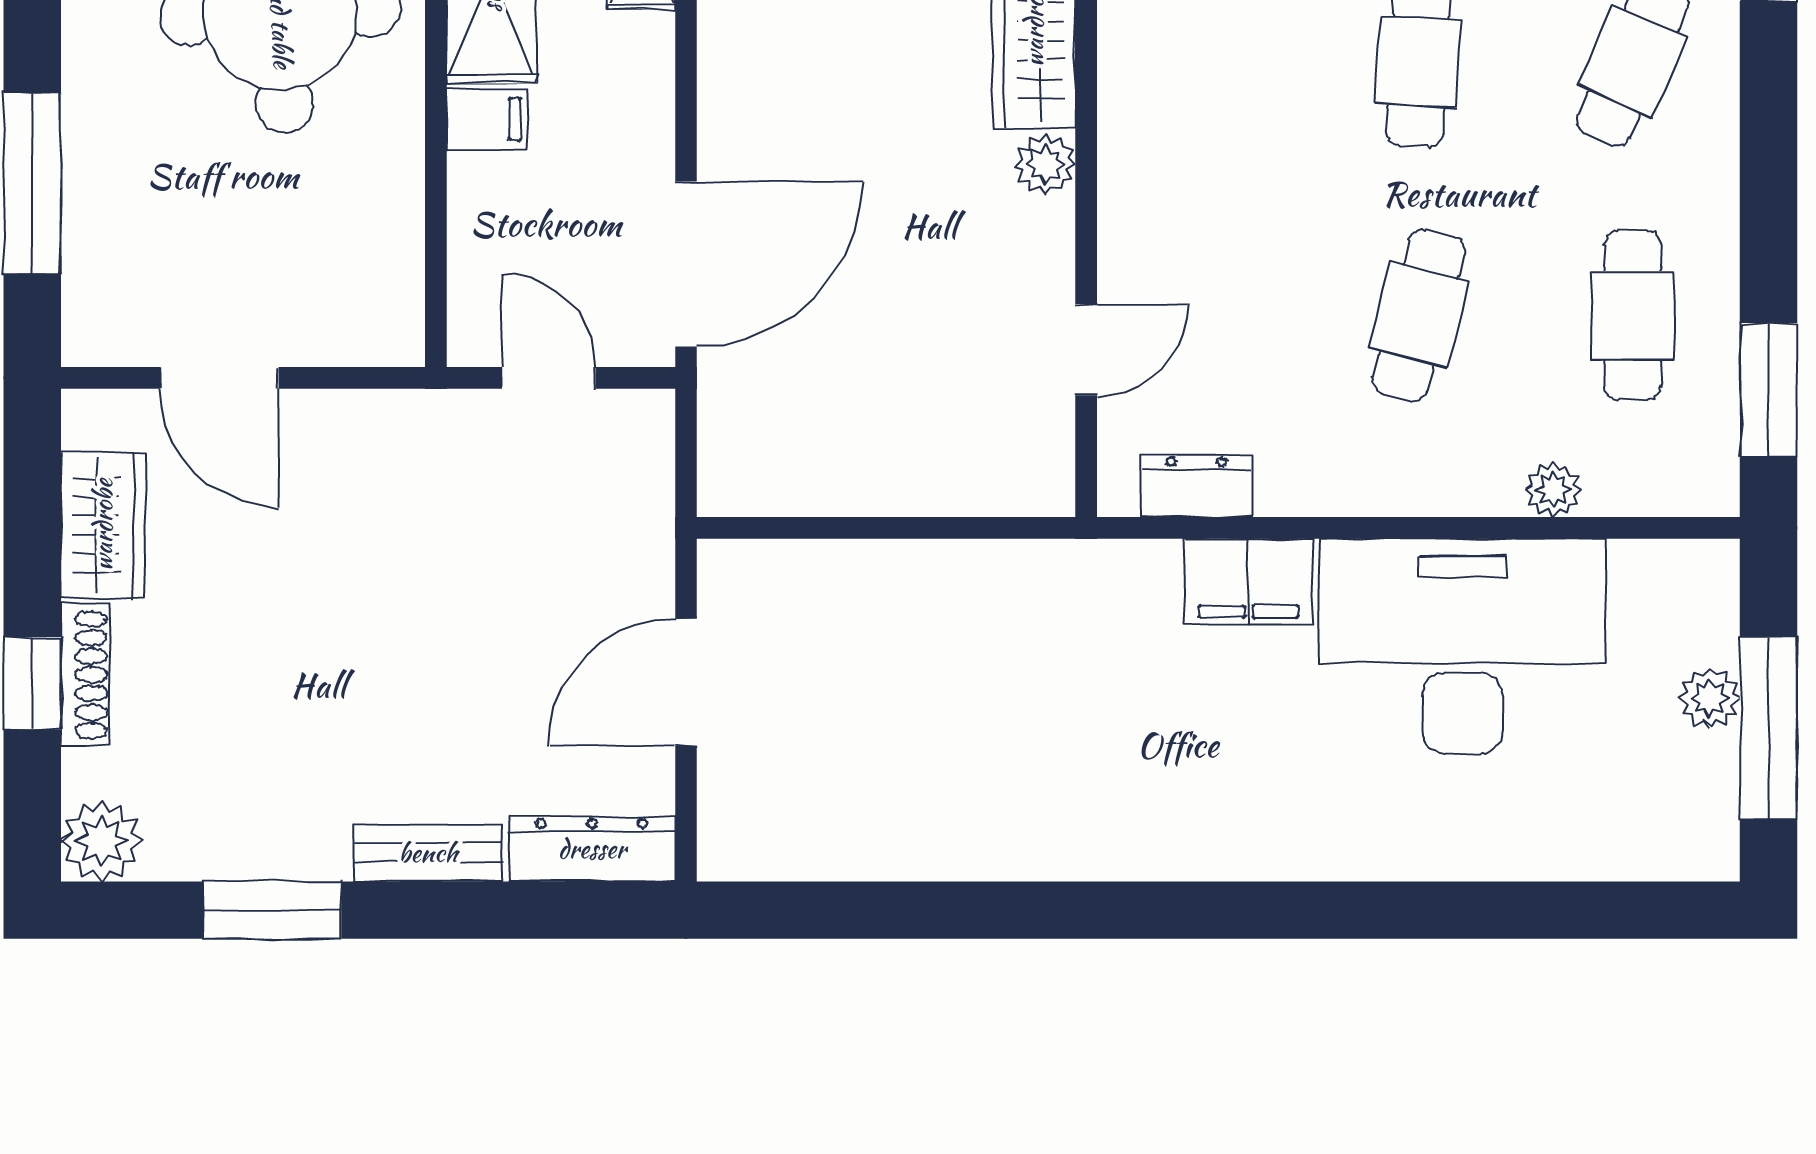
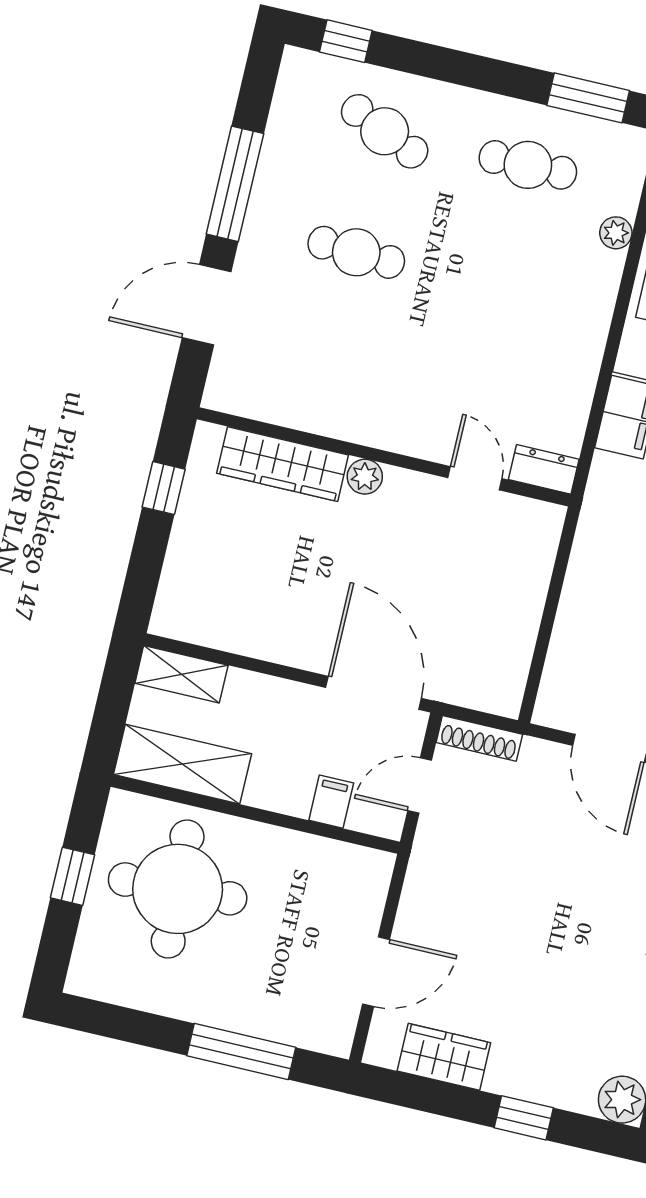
filing cabinet: (487, 119) -> (331, 802), moved
cafe table: (1418, 315) -> (500, 286), removed
dresser: (1196, 486) -> (544, 469), moved, turned 90
shoe rack: (85, 675) -> (479, 738), moved, turned 180

